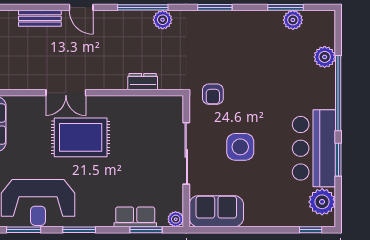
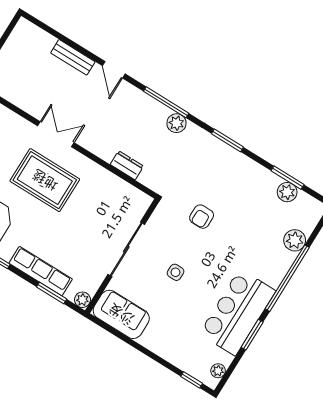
double door: (66, 93) -> (56, 134), swing flipped
armchair: (213, 94) -> (202, 217), moved
side table: (240, 147) -> (176, 272), width x0.54, depth x0.54
plant: (322, 202) -> (218, 371), width x0.53, depth x0.53
row of seats: (135, 217) -> (41, 271), width x1.48

